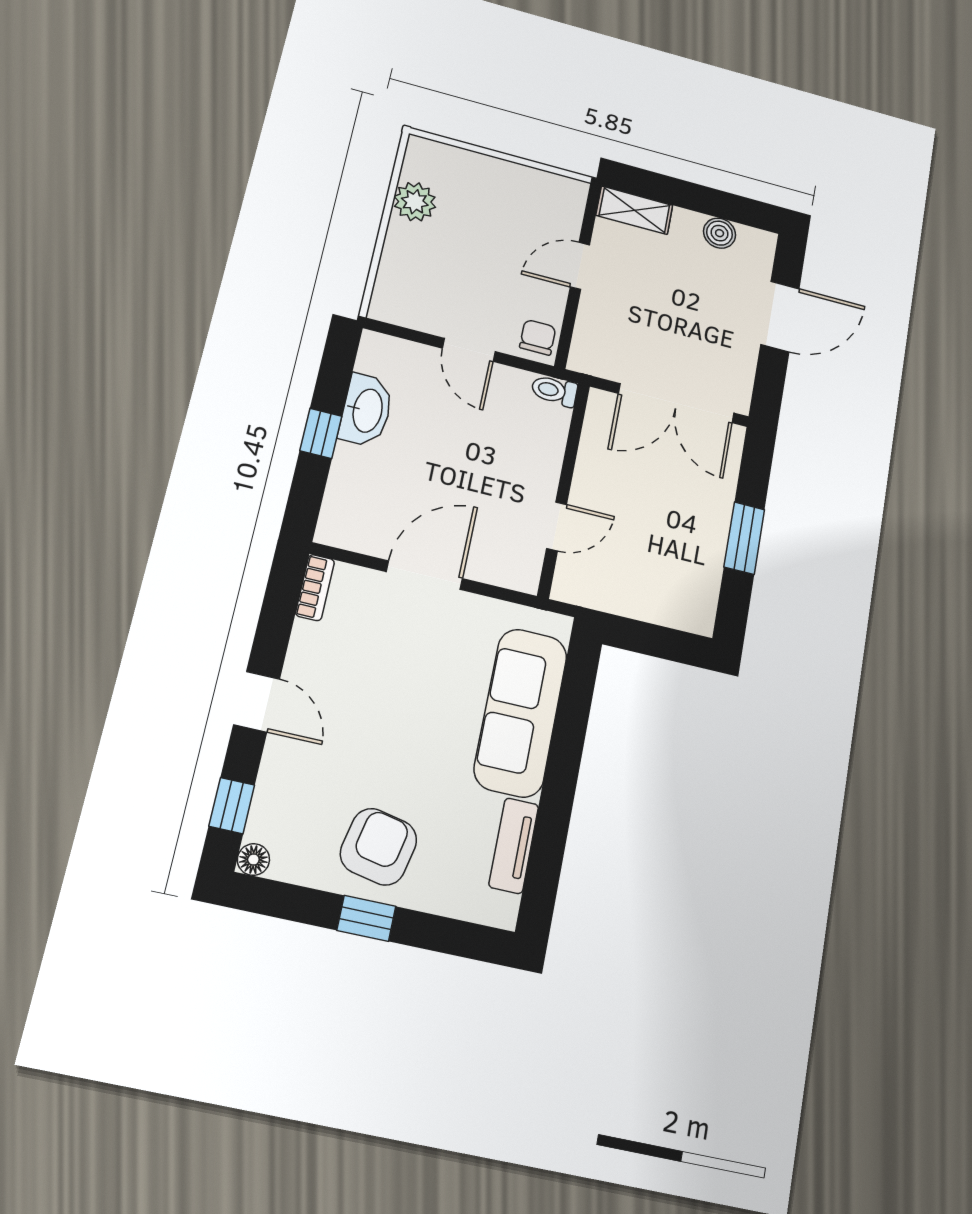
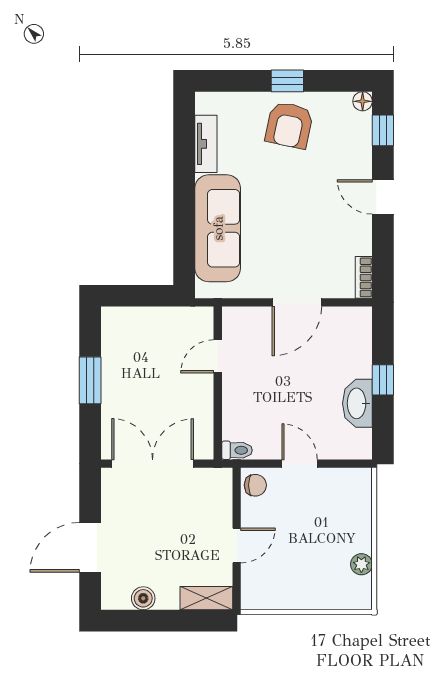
plant: (415, 202) -> (361, 564), width x0.73, depth x0.73
chair: (538, 337) -> (255, 485), turned -90

